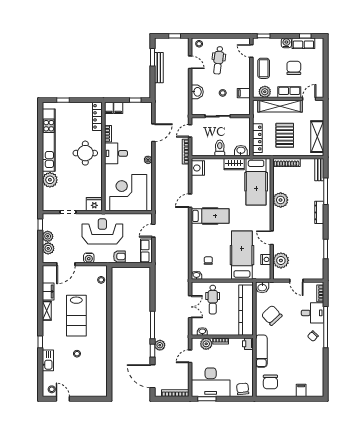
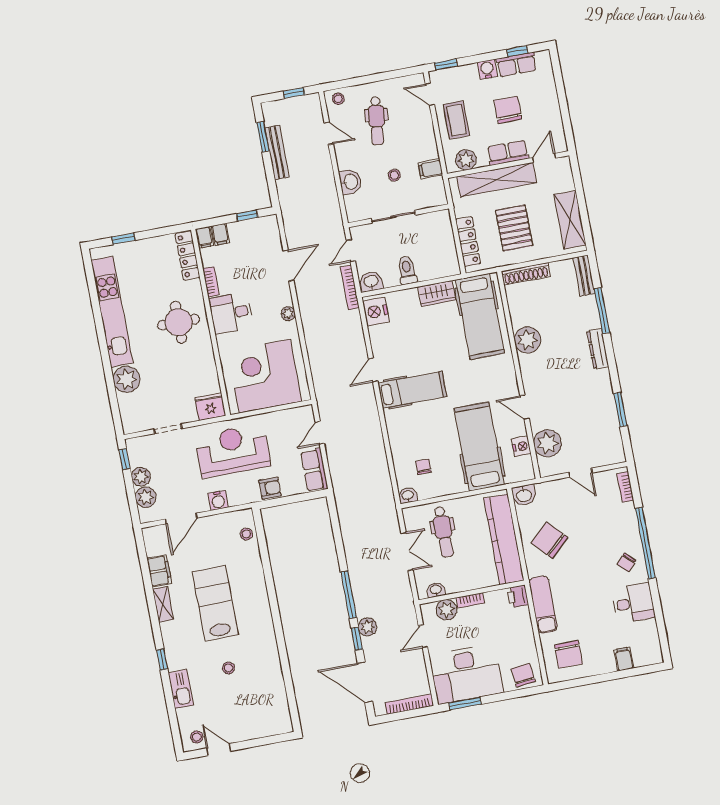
washbasin: (241, 151) -> (371, 282), moved
desk: (313, 313) -> (633, 603), moved
lab bench: (76, 316) -> (215, 603), turned 180

